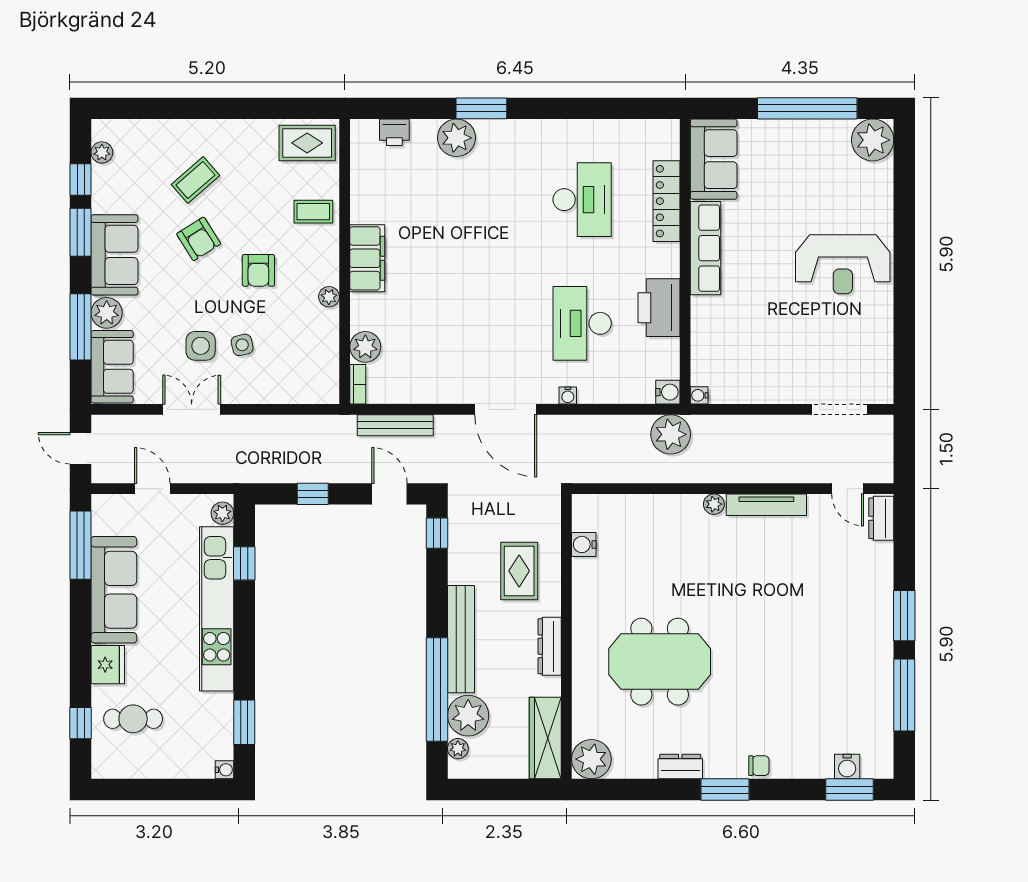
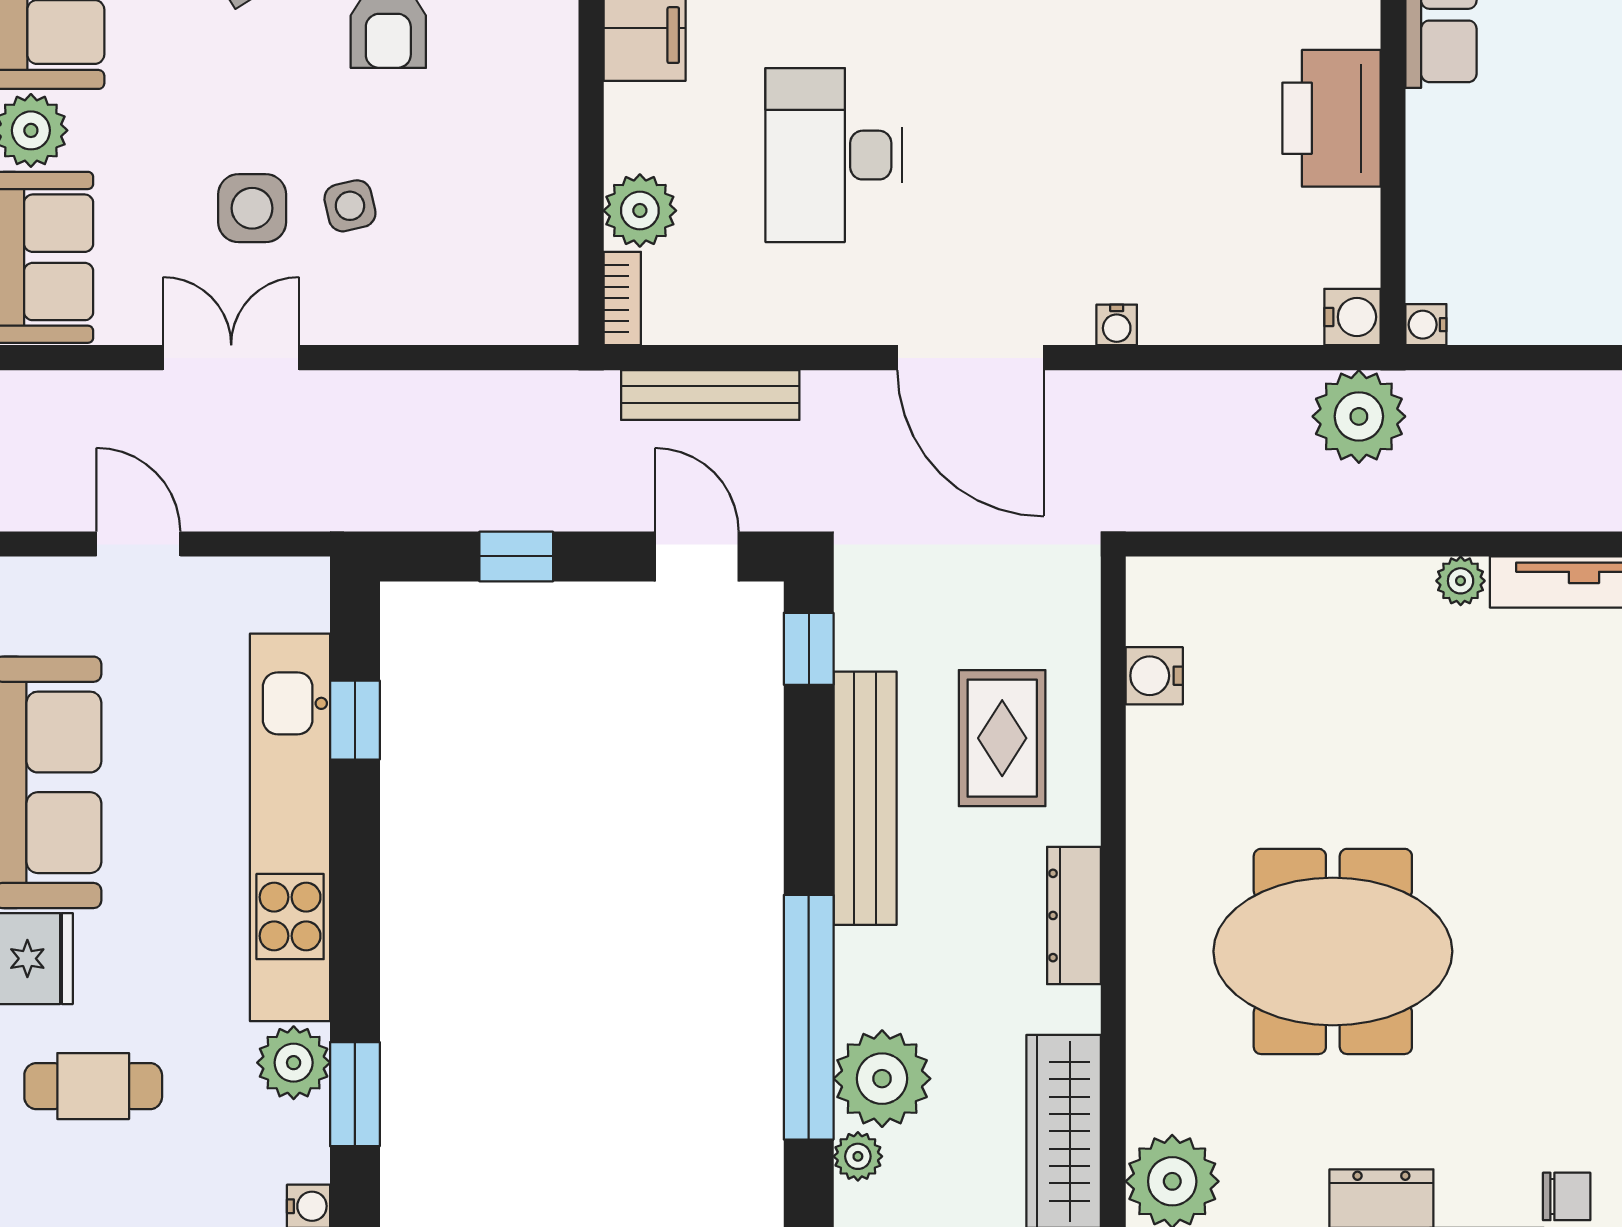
plant: (329, 297) -> (554, 93), removed
desk: (582, 323) -> (834, 155), moved
plant: (222, 513) -> (294, 1063), moved, width x1.38, depth x1.38
bench: (461, 639) -> (865, 798), moved

